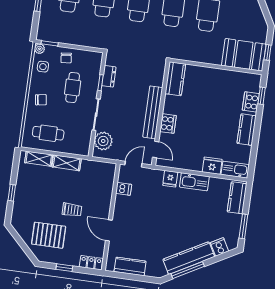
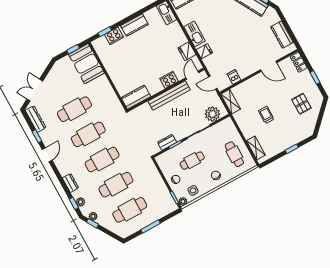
shelving: (67, 163) -> (231, 102), moved
fridge: (212, 166) -> (187, 51), moved
trolley: (72, 210) -> (266, 115), moved
door: (109, 230) -> (269, 66), hinge flipped
pallet: (49, 235) -> (301, 104), width x0.67, depth x0.71

